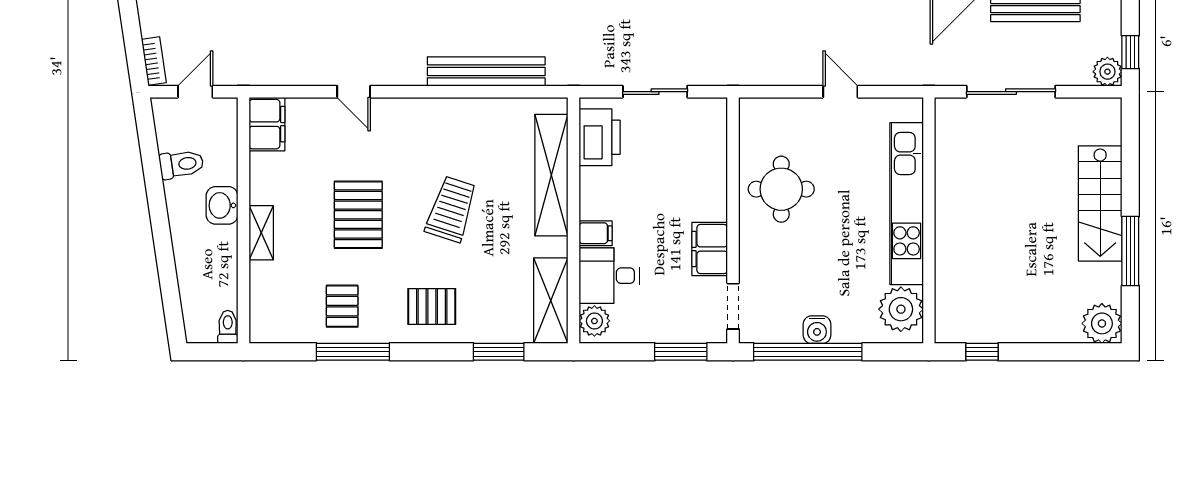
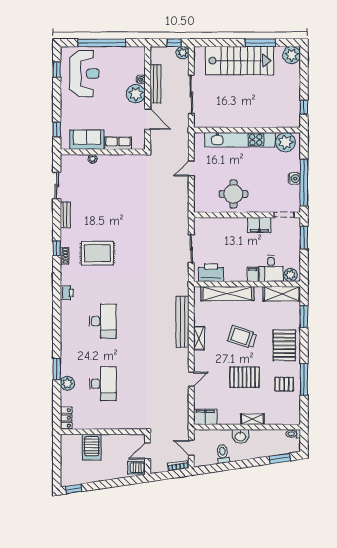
shelving: (449, 109) -> (199, 338), added
stairs: (1100, 203) -> (240, 61), width x1.36, depth x1.51
window: (171, 296) -> (280, 458), added
pallet: (432, 306) -> (284, 345), width x1.50, depth x1.42

